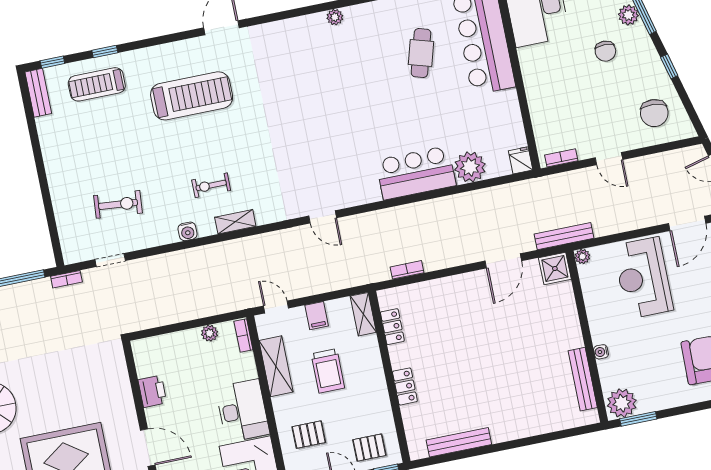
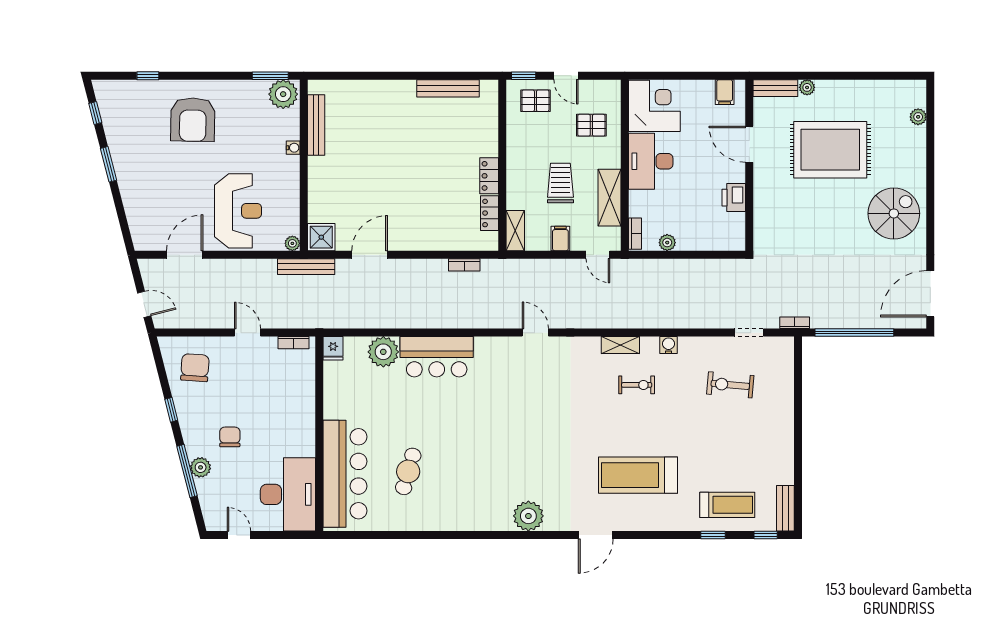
plant: (335, 17) -> (528, 516), moved, width x1.87, depth x1.87
locker: (405, 386) -> (489, 176), moved

